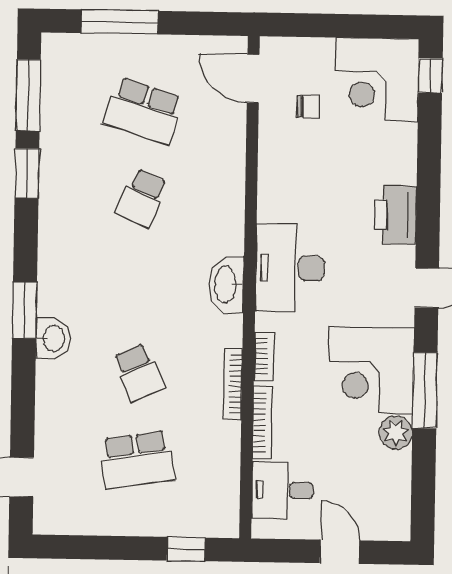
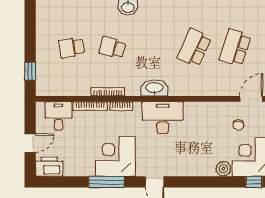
school desk: (142, 198) -> (194, 48), width x1.85
printer: (395, 215) -> (49, 167), moved
school desk: (139, 372) -> (112, 48), turned 39
plant: (396, 432) -> (223, 169), moved
school desk: (137, 460) -> (72, 48), width x0.54

